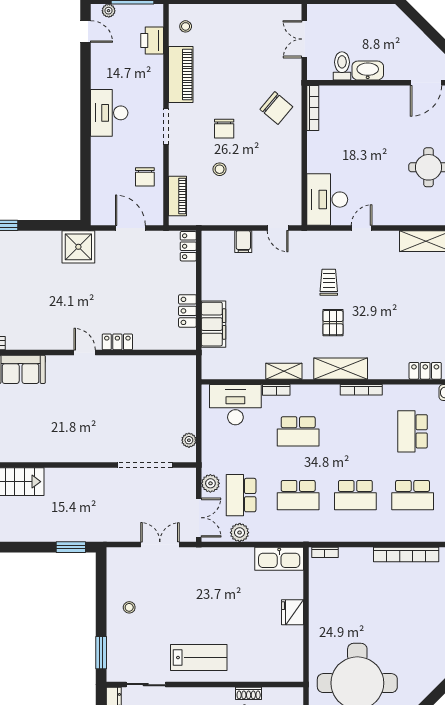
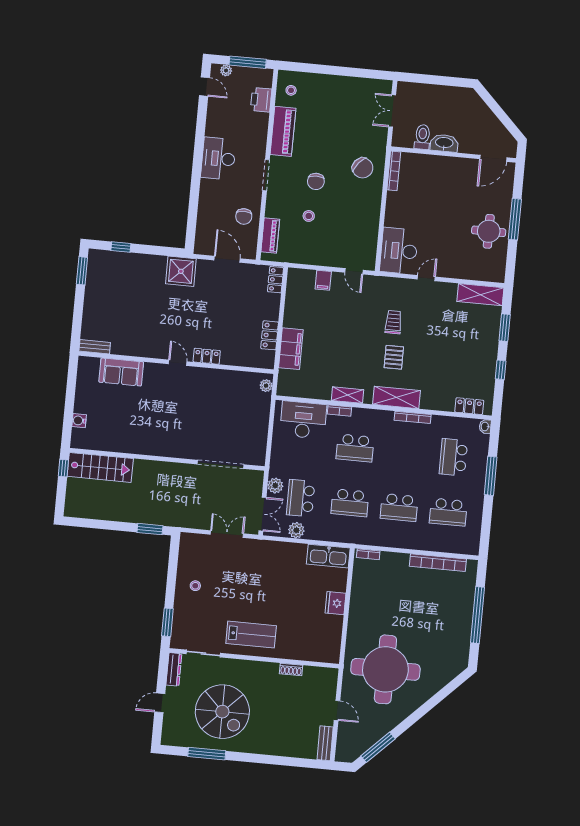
plant: (189, 440) -> (266, 386), moved

